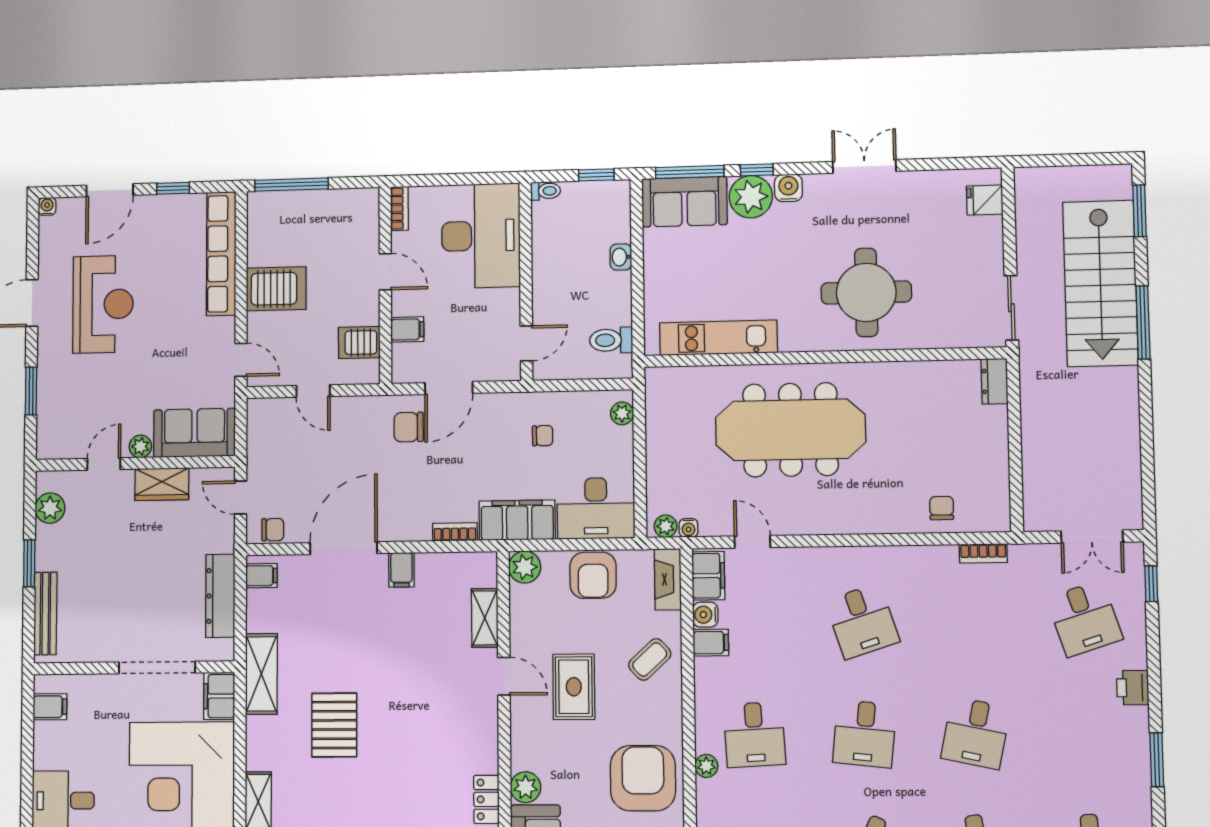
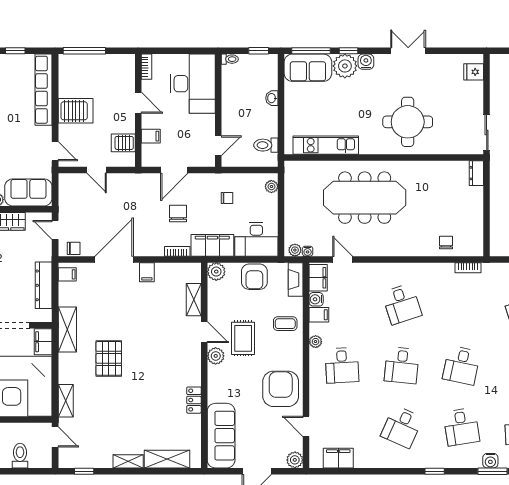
chair: (409, 427) -> (178, 213), moved, turned 90
coffee table: (650, 659) -> (285, 324), turned 43
plant: (706, 766) -> (316, 342), moved
plant: (525, 787) -> (216, 356), moved

